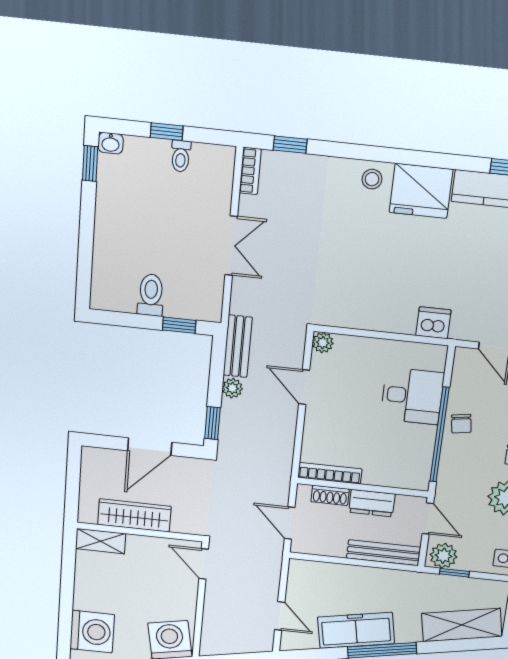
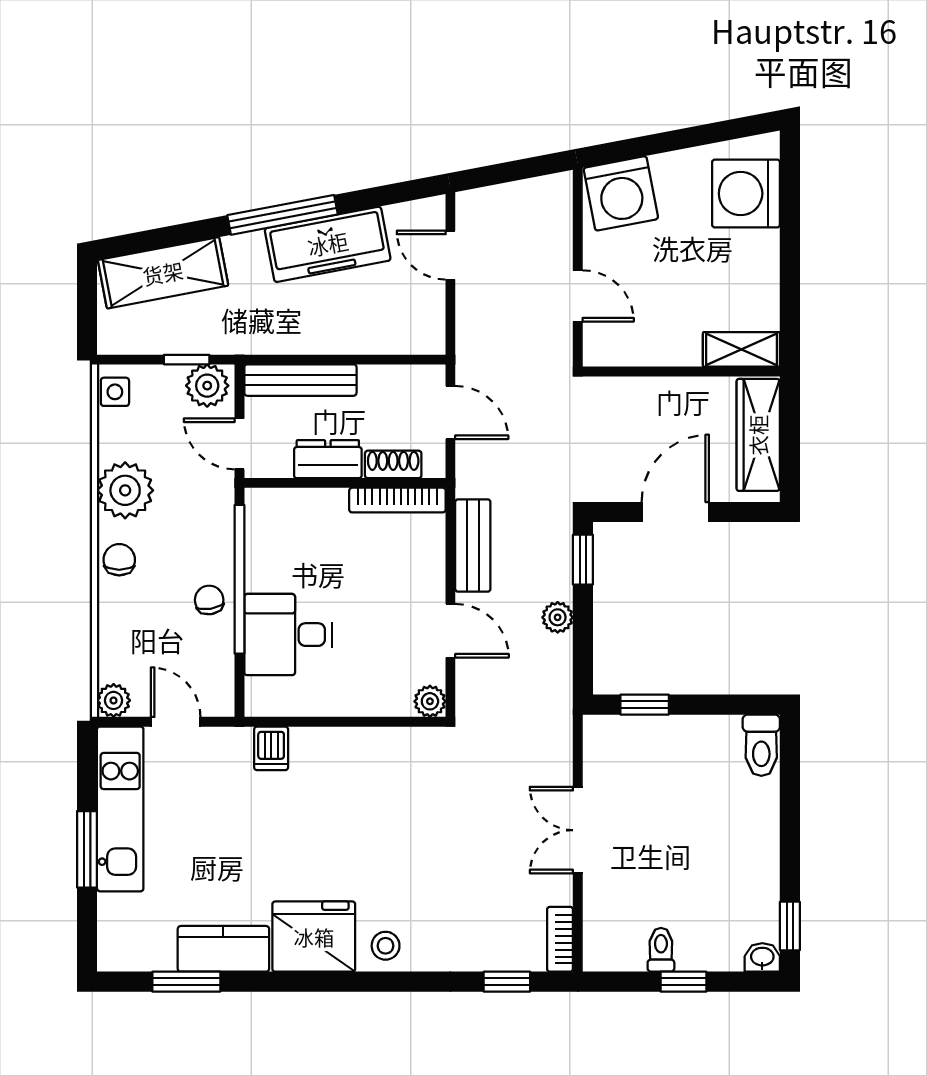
toilet: (151, 295) -> (761, 745), moved
dishwasher: (433, 323) -> (271, 748), width x0.73
bench: (238, 346) -> (473, 545), moved
wardrobe: (134, 515) -> (758, 435), moved, turned 90
door: (204, 564) -> (578, 296), moved

